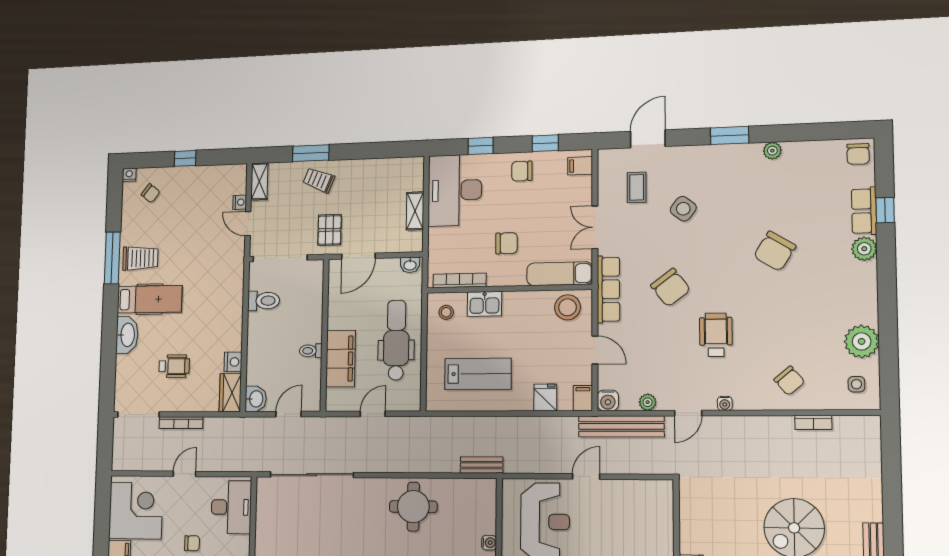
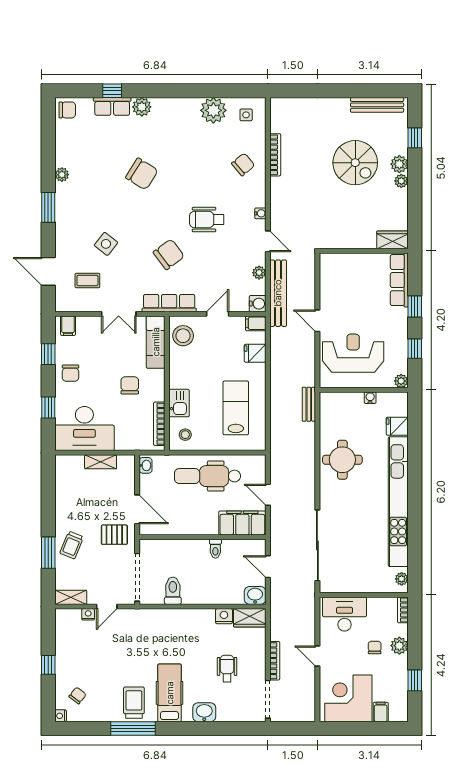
washbasin: (127, 335) -> (204, 712), width x0.72
filing cabinet: (341, 359) -> (242, 523), moved
bookcase: (813, 423) -> (275, 155), width x1.56

